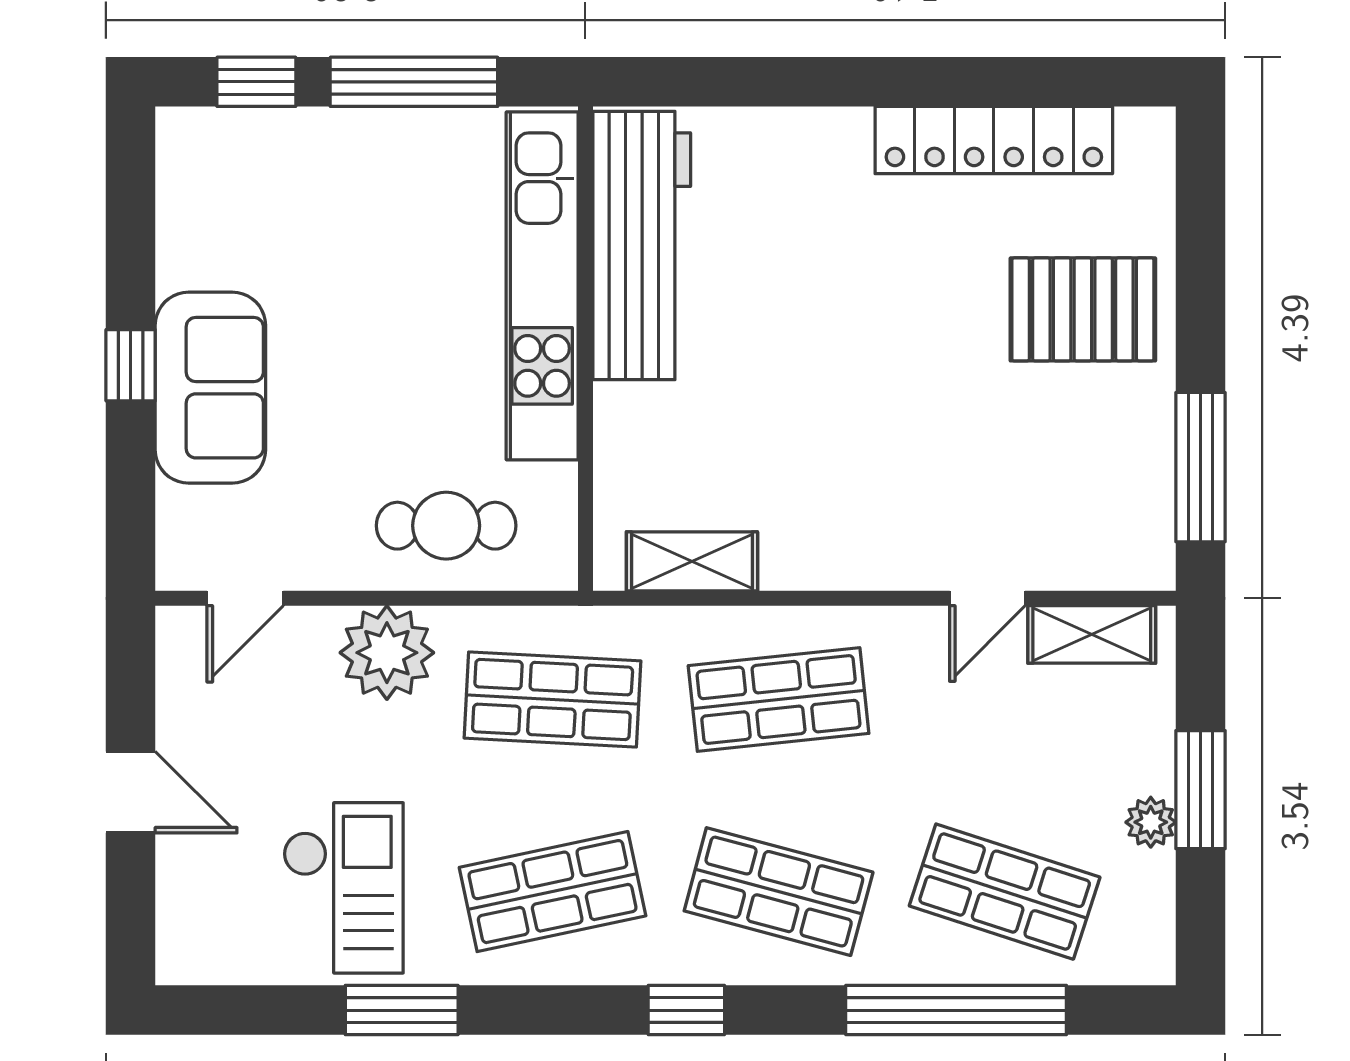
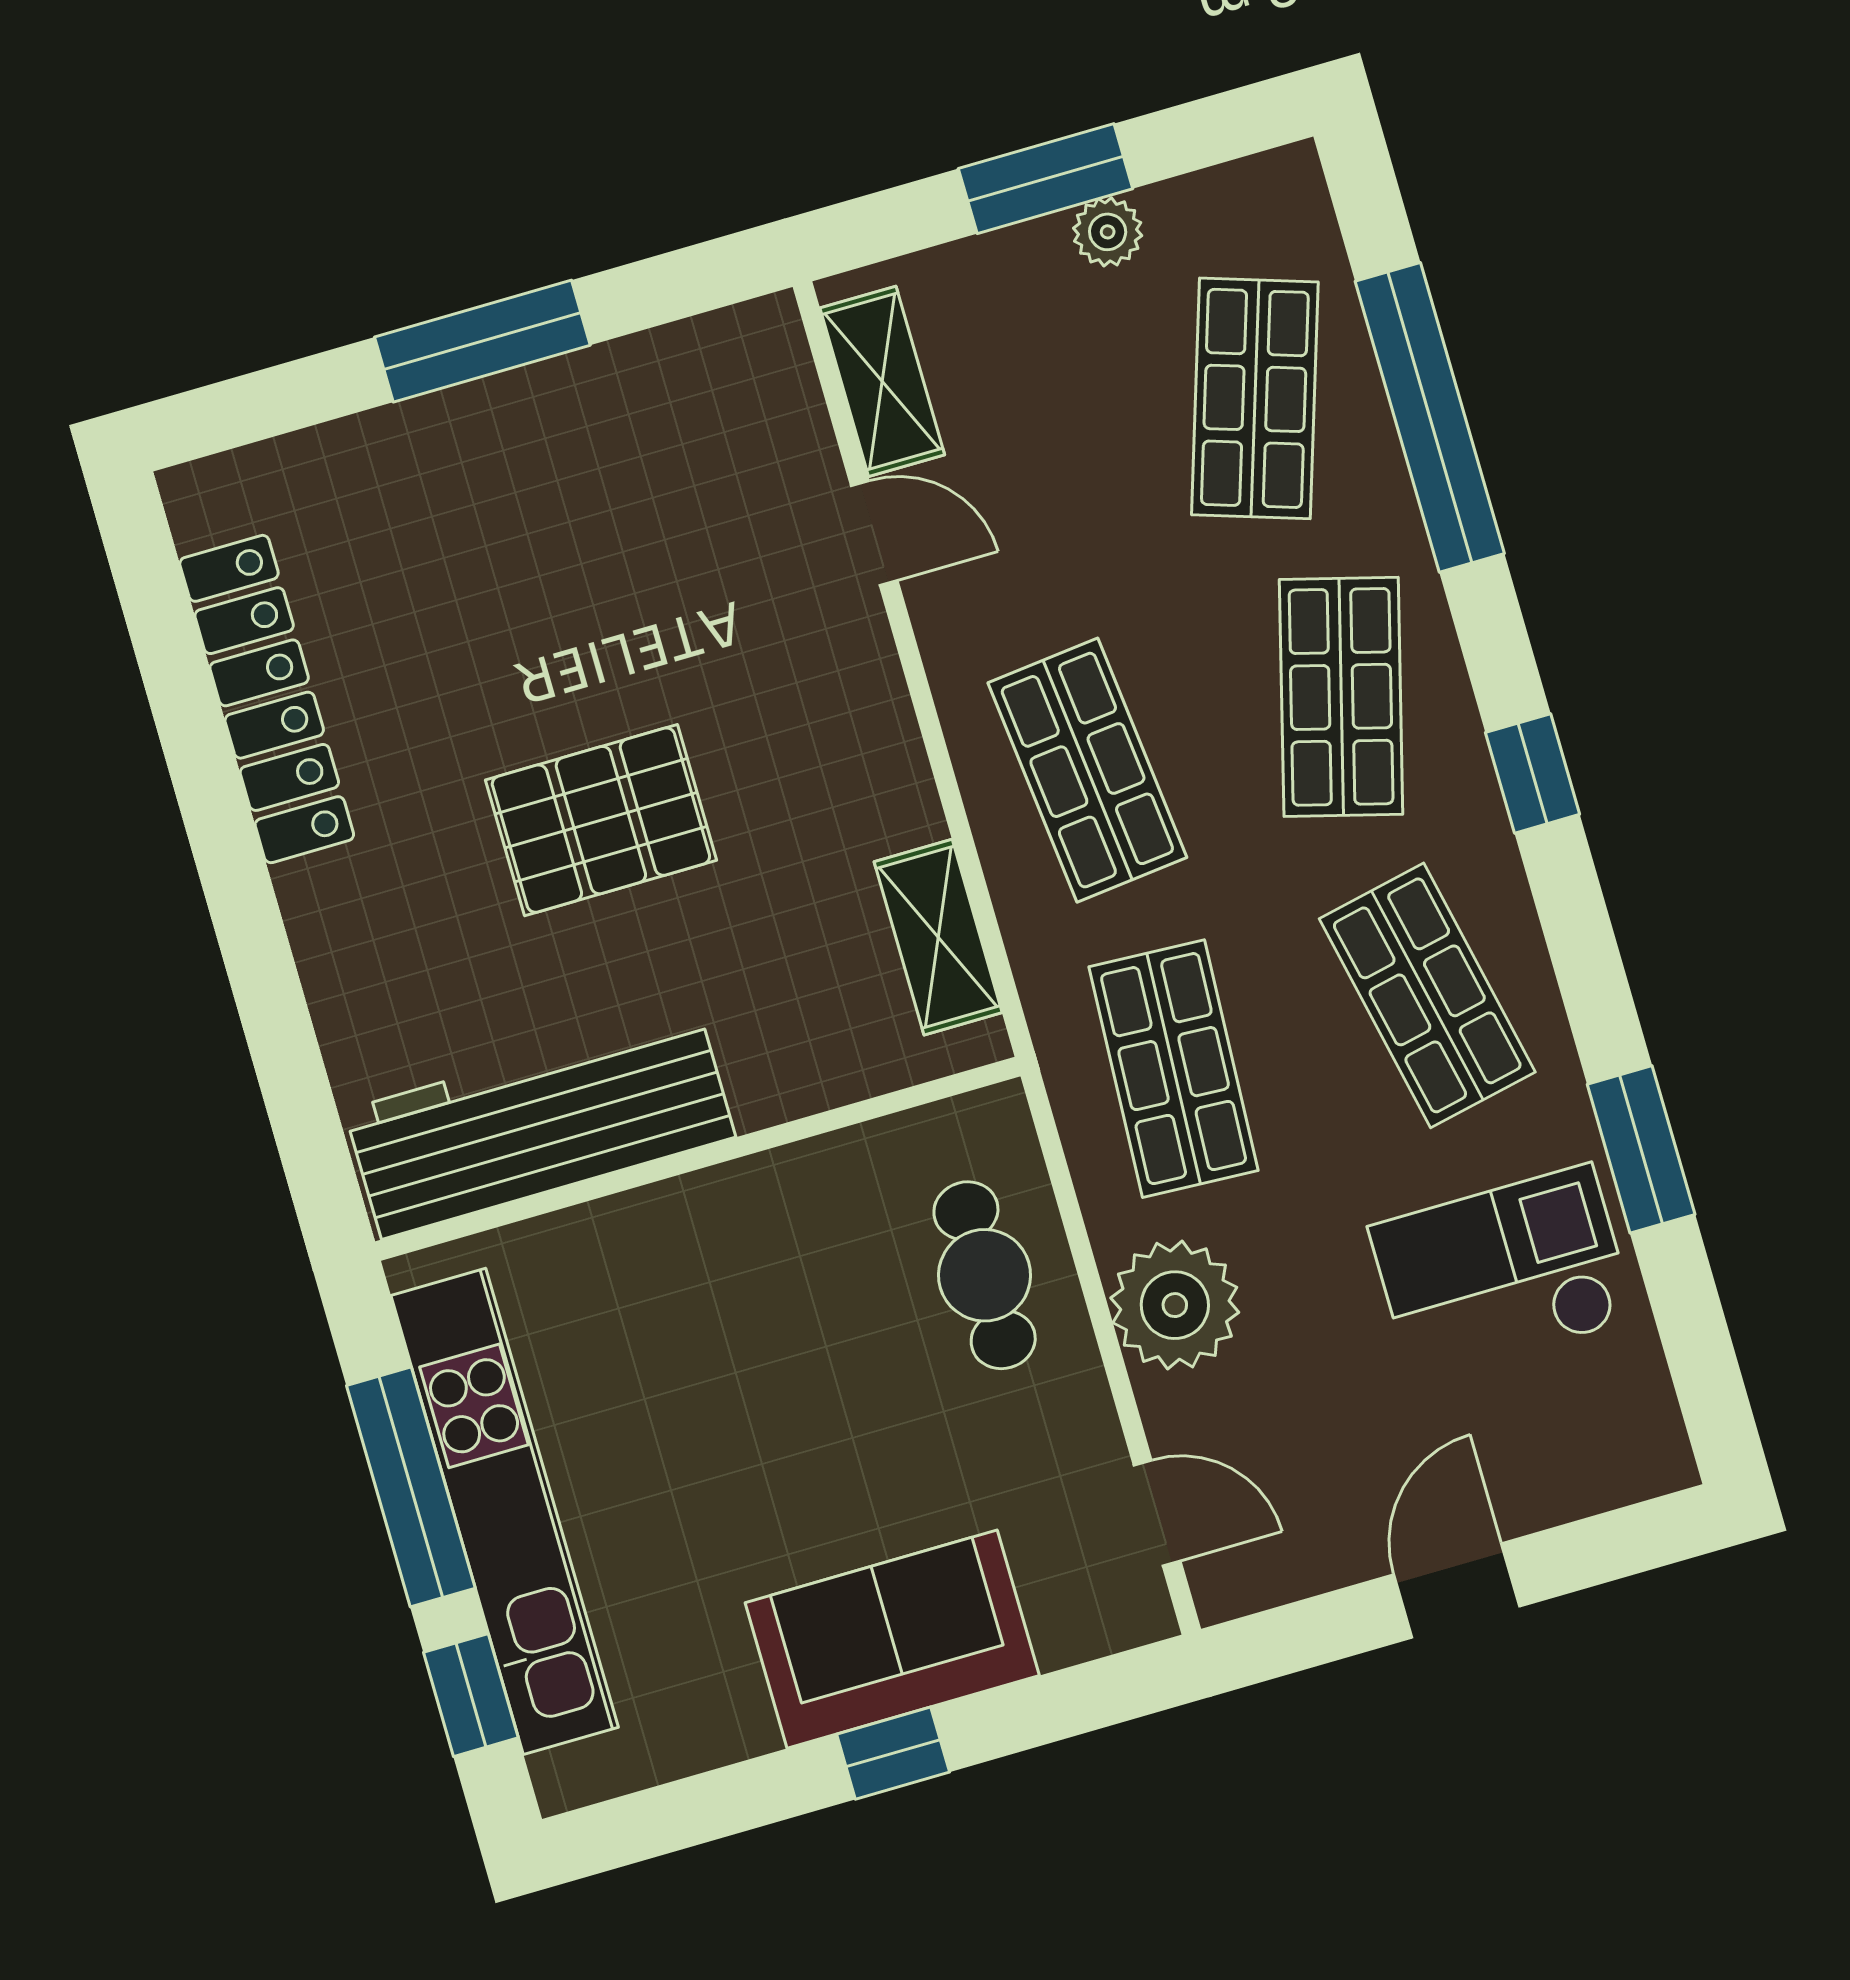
kitchen unit: (542, 286) -> (505, 1511), moved, turned -90
pallet: (1083, 309) -> (601, 820), moved, turned 90
window: (1201, 467) -> (482, 341), moved

